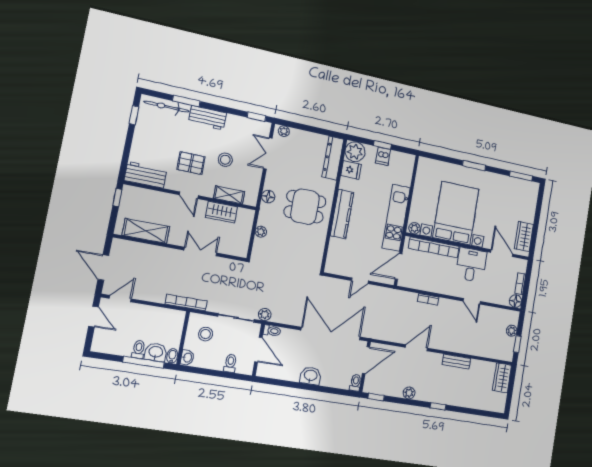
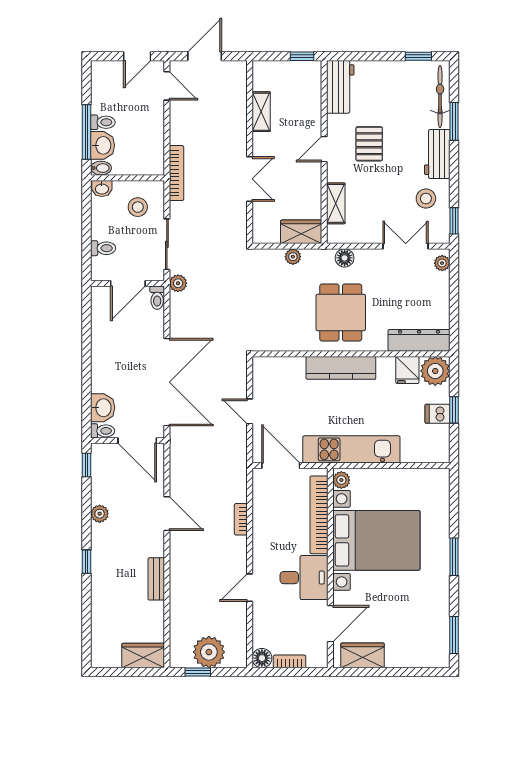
stool: (225, 160) -> (426, 199), moved
wardrobe: (222, 212) -> (301, 232), moved, turned 90
shelving: (146, 231) -> (261, 112), width x0.67, depth x0.75
plant: (512, 331) -> (209, 652), width x1.87, depth x1.87
washbasin: (311, 376) -> (103, 408), moved

